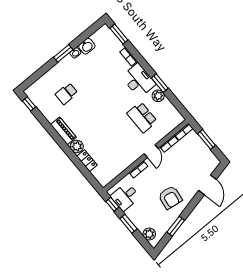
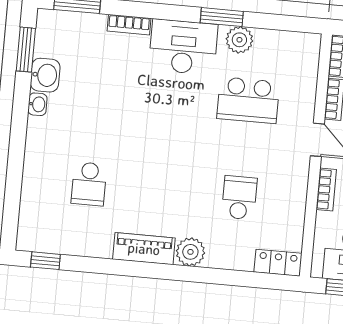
window: (63, 53) -> (26, 50), moved
school desk: (109, 145) -> (239, 198), added
locker: (87, 161) -> (278, 263), moved

